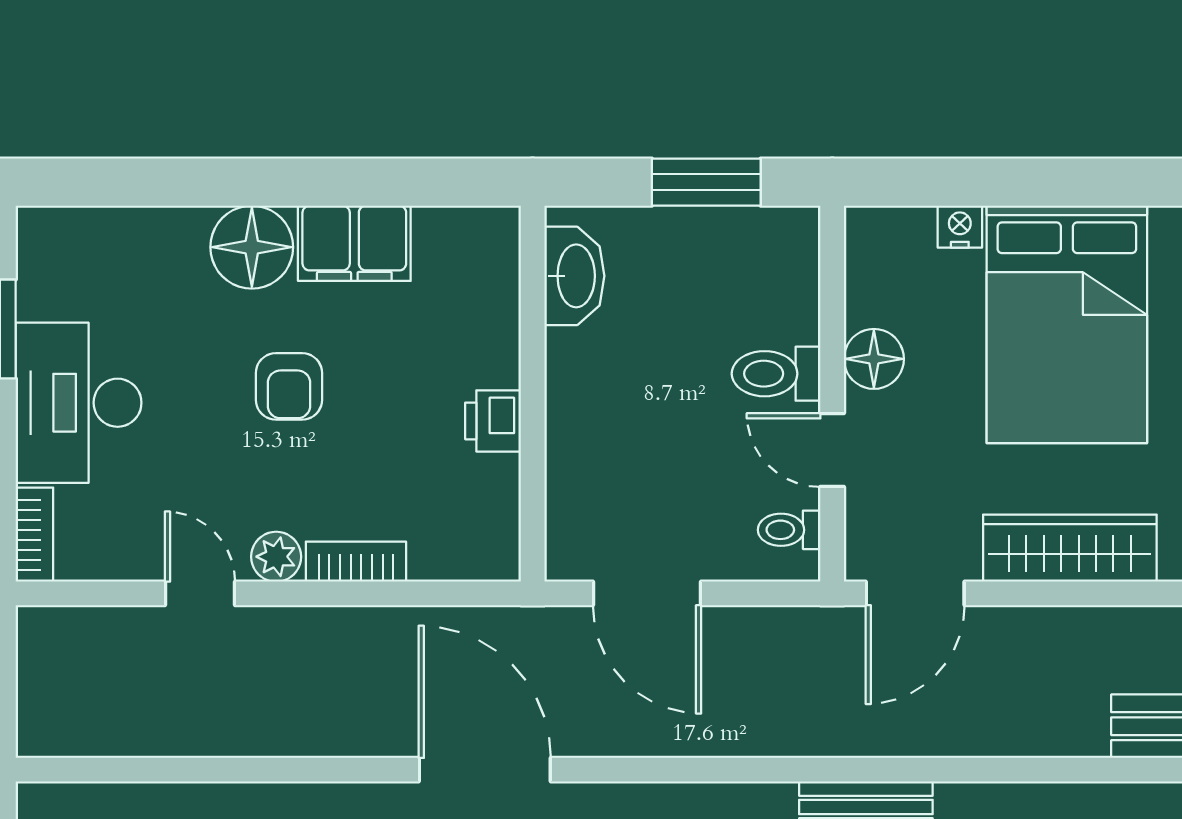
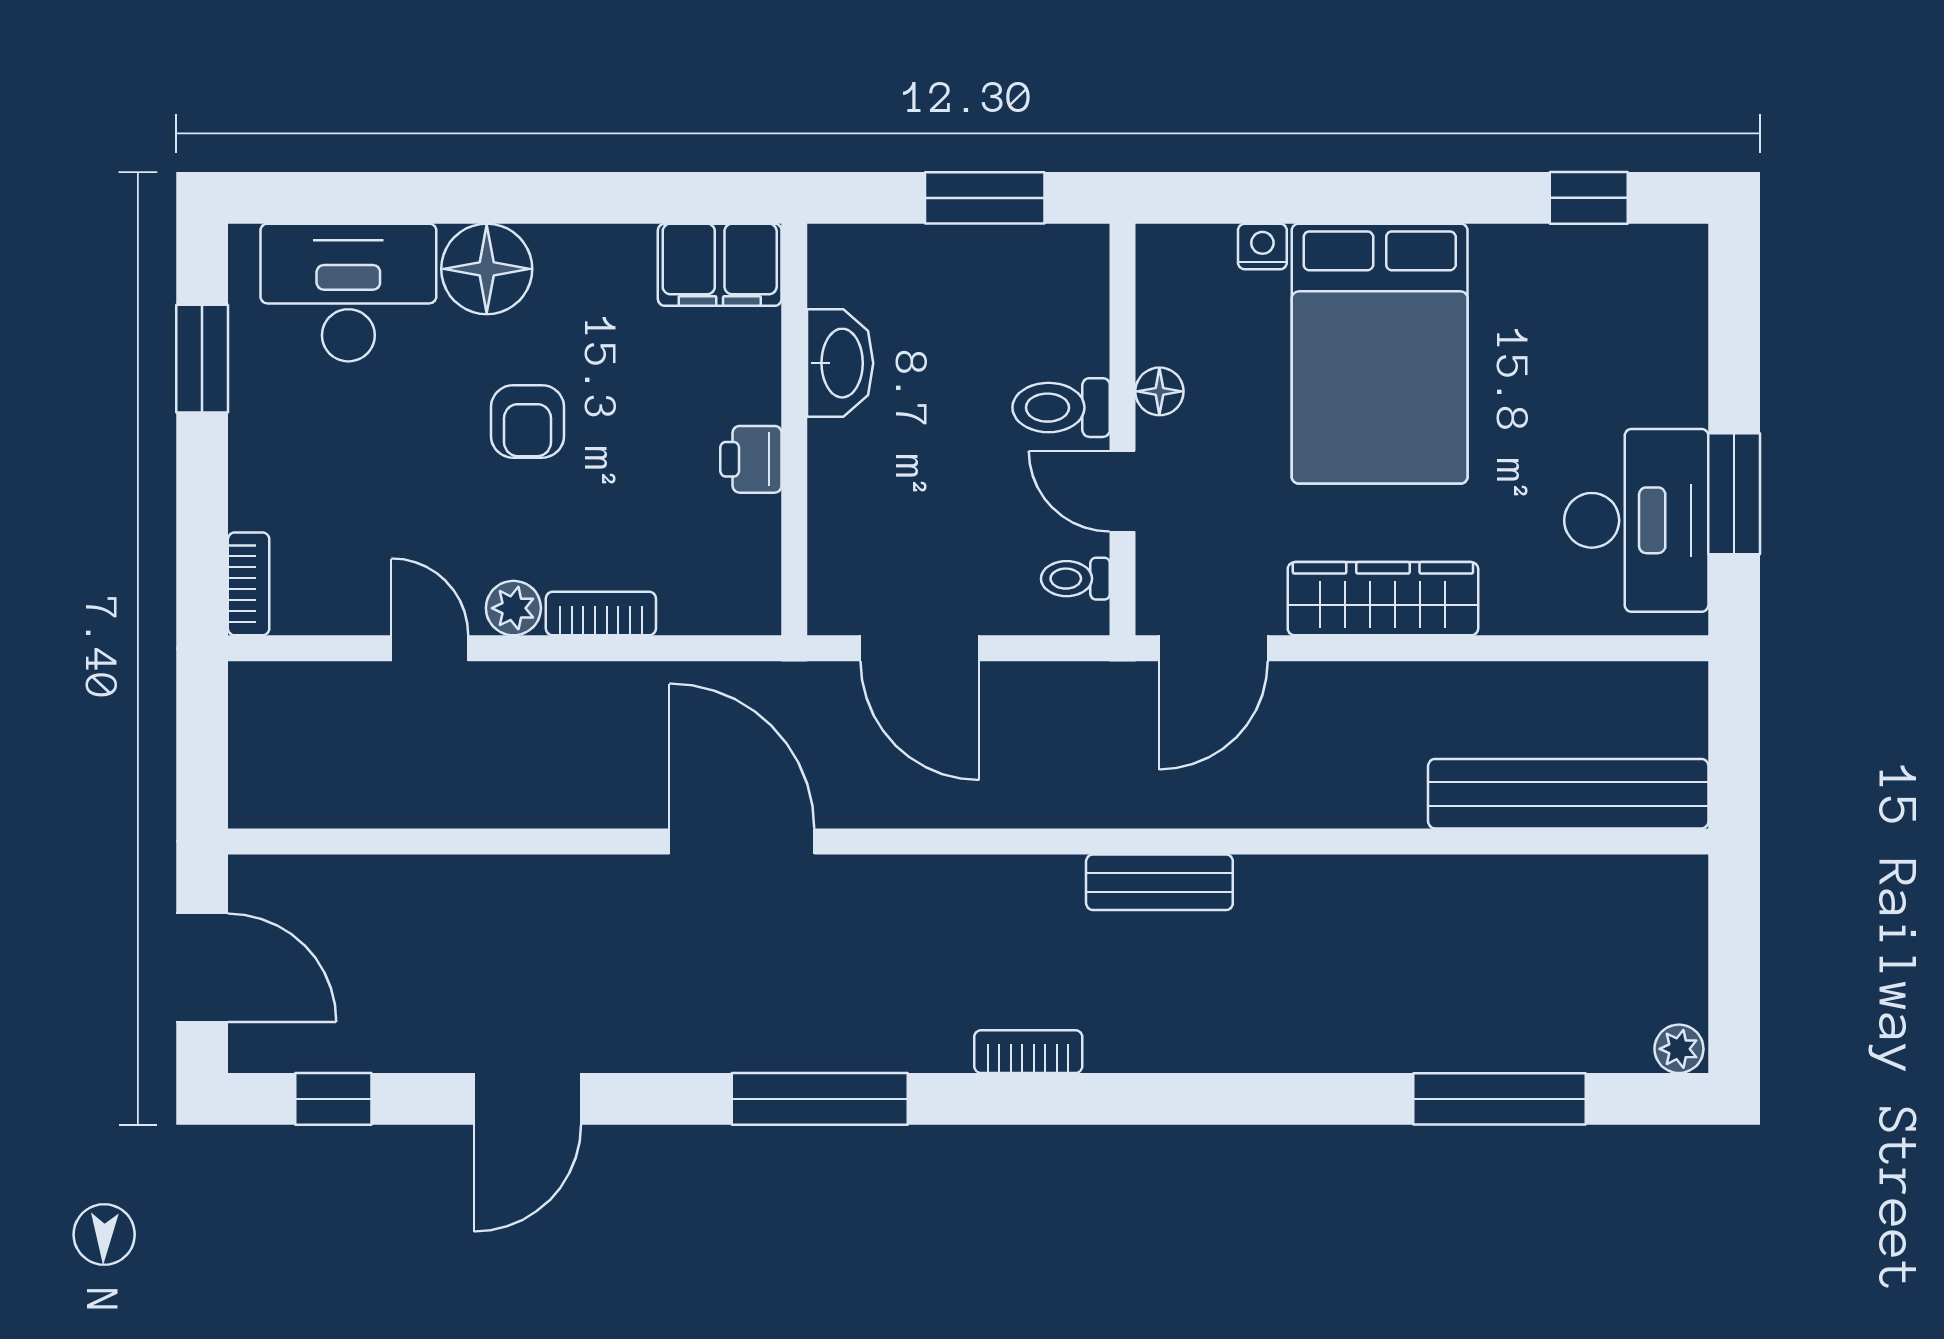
filing cabinet: (354, 243) -> (720, 265), moved
washbasin: (574, 276) -> (840, 363), moved
floor lamp: (874, 359) -> (1159, 391), width x0.73, depth x0.73
desk: (79, 403) -> (348, 293), moved, turned 90

